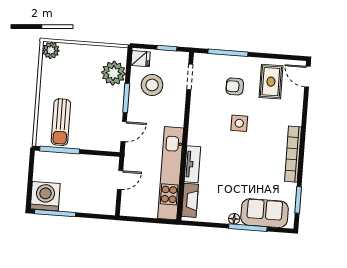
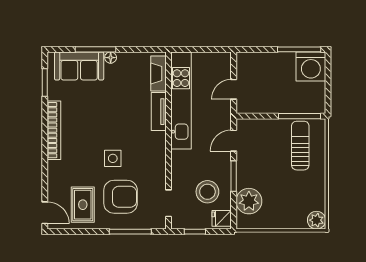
armchair: (235, 86) -> (121, 197), width x1.88, depth x1.88

